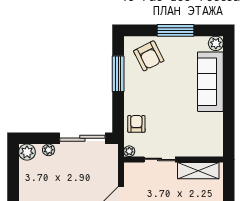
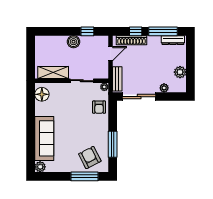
window: (176, 30) -> (84, 176), moved
floor lamp: (214, 141) -> (42, 94), added
plant: (27, 152) -> (180, 72), moved
bench: (112, 162) -> (117, 79), added

